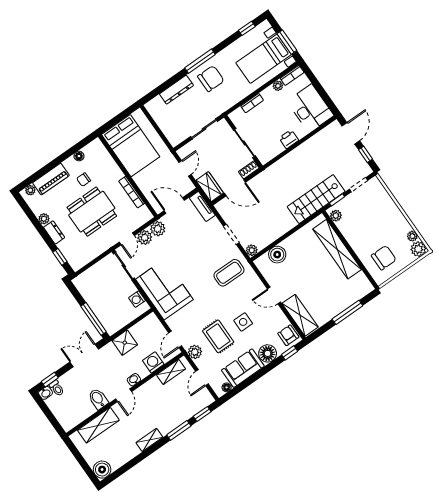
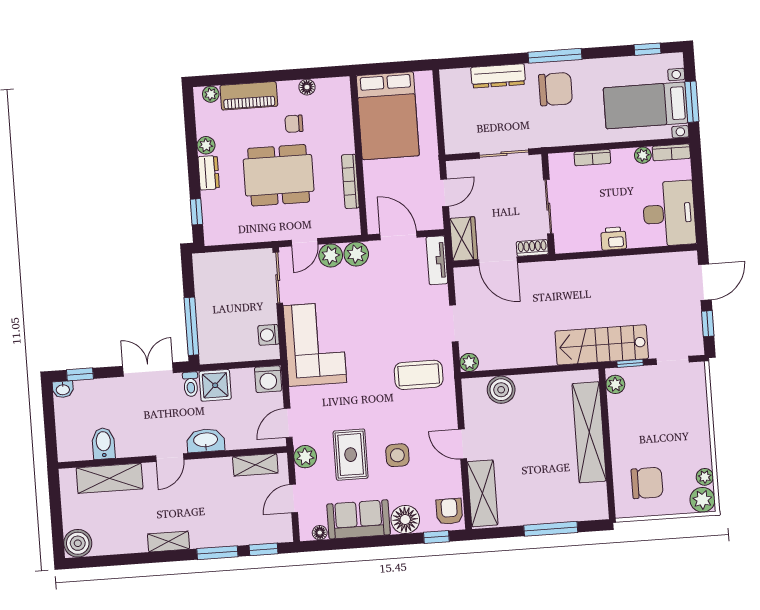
washing machine: (153, 362) -> (268, 379), moved, turned 180
washbasin: (134, 380) -> (206, 440), width x1.91, depth x1.45
toilet: (57, 388) -> (191, 384), moved
bidet: (98, 399) -> (103, 443), moved

